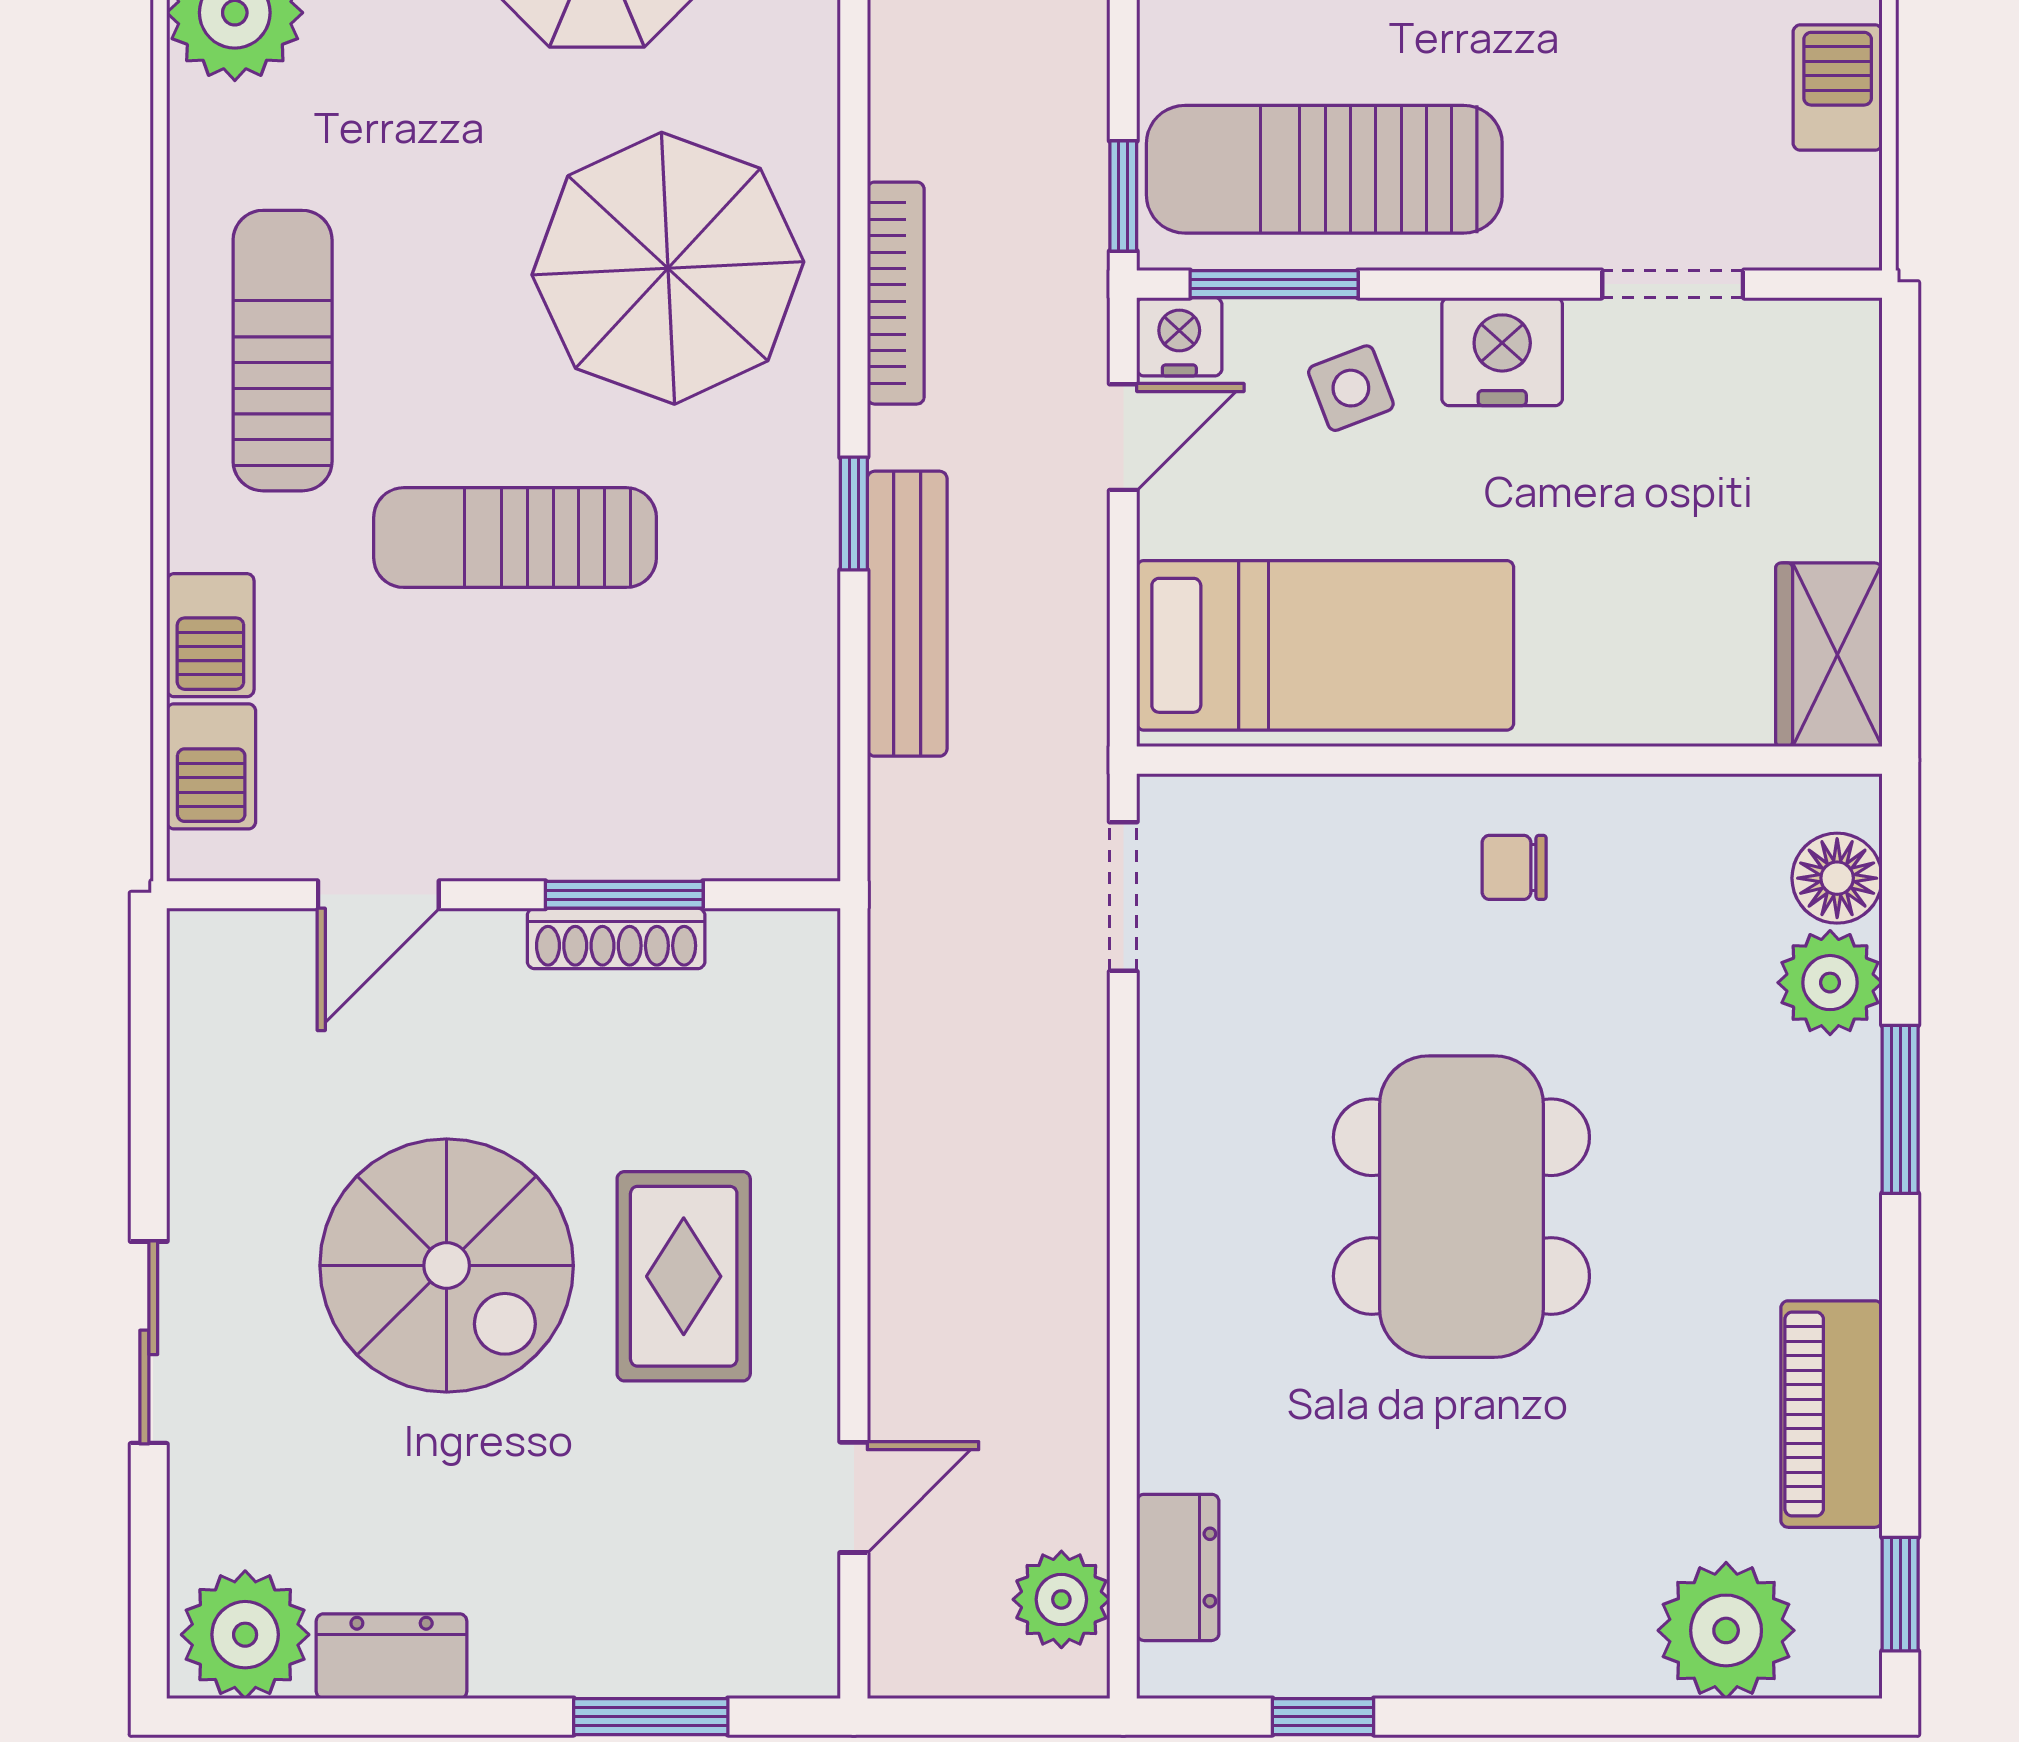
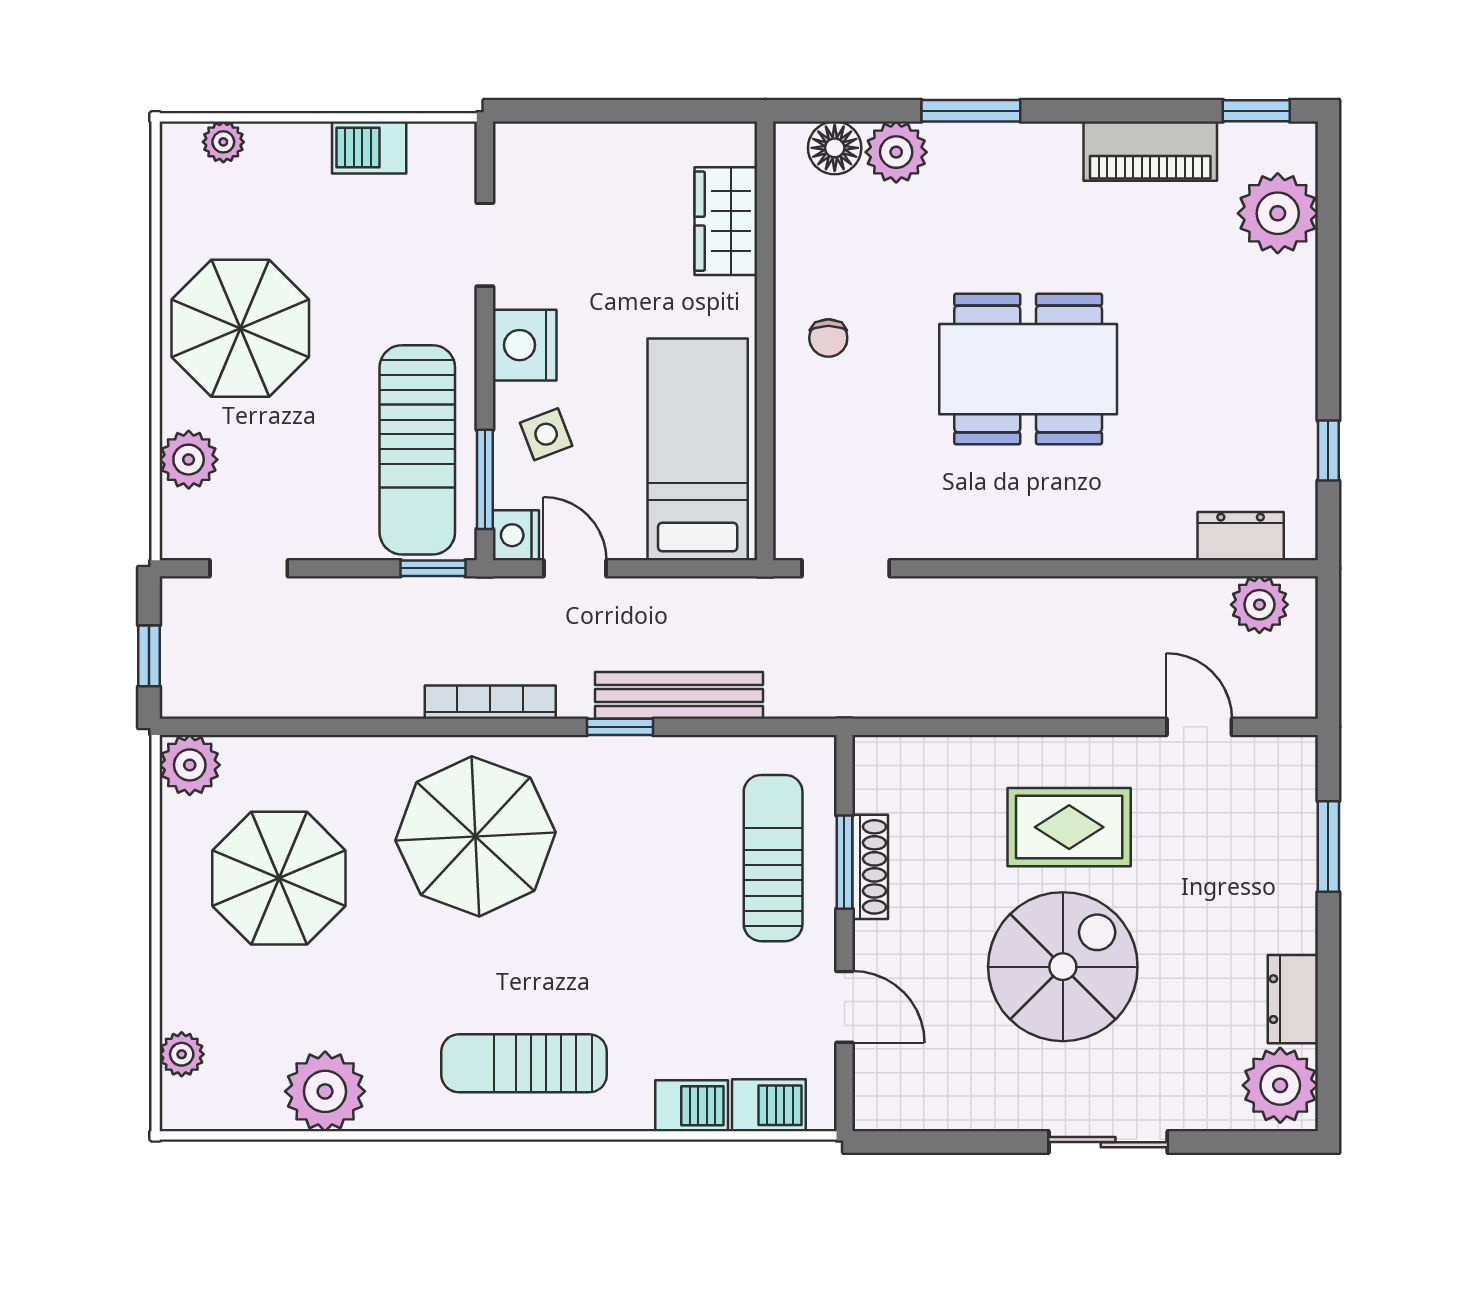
sun lounger: (515, 538) -> (773, 858), moved, turned 180
wardrobe: (1829, 655) -> (726, 221), moved, turned 90

